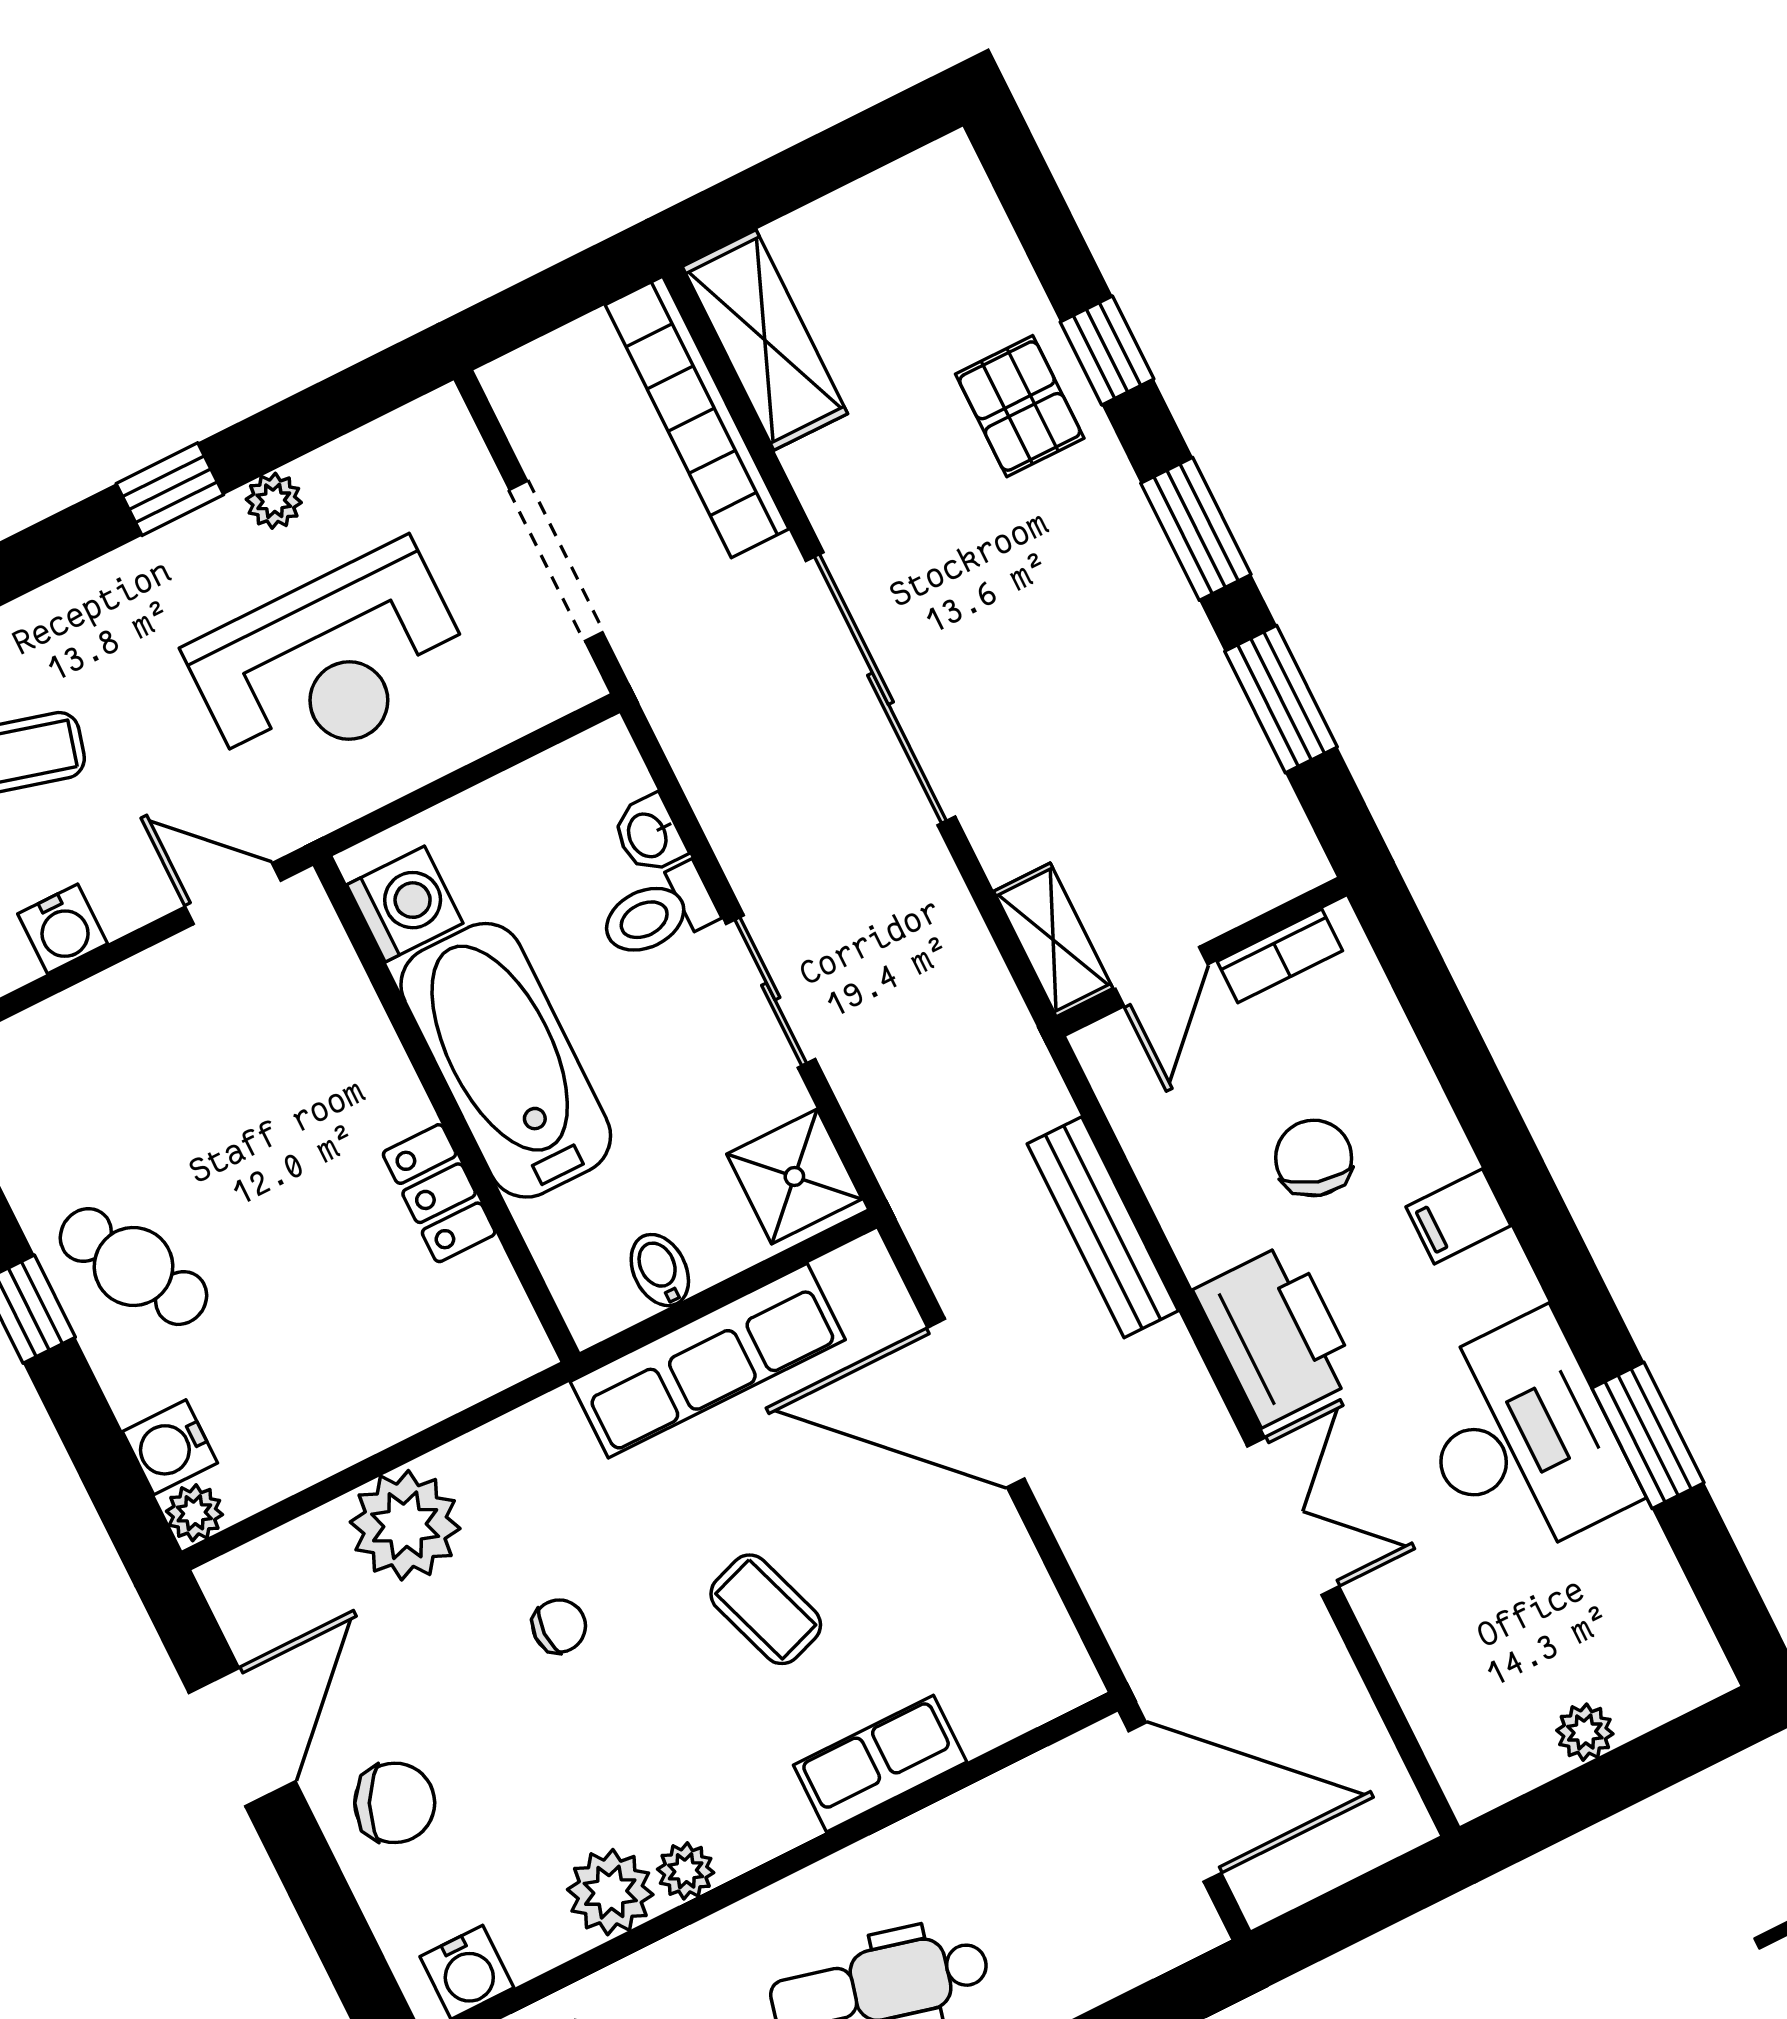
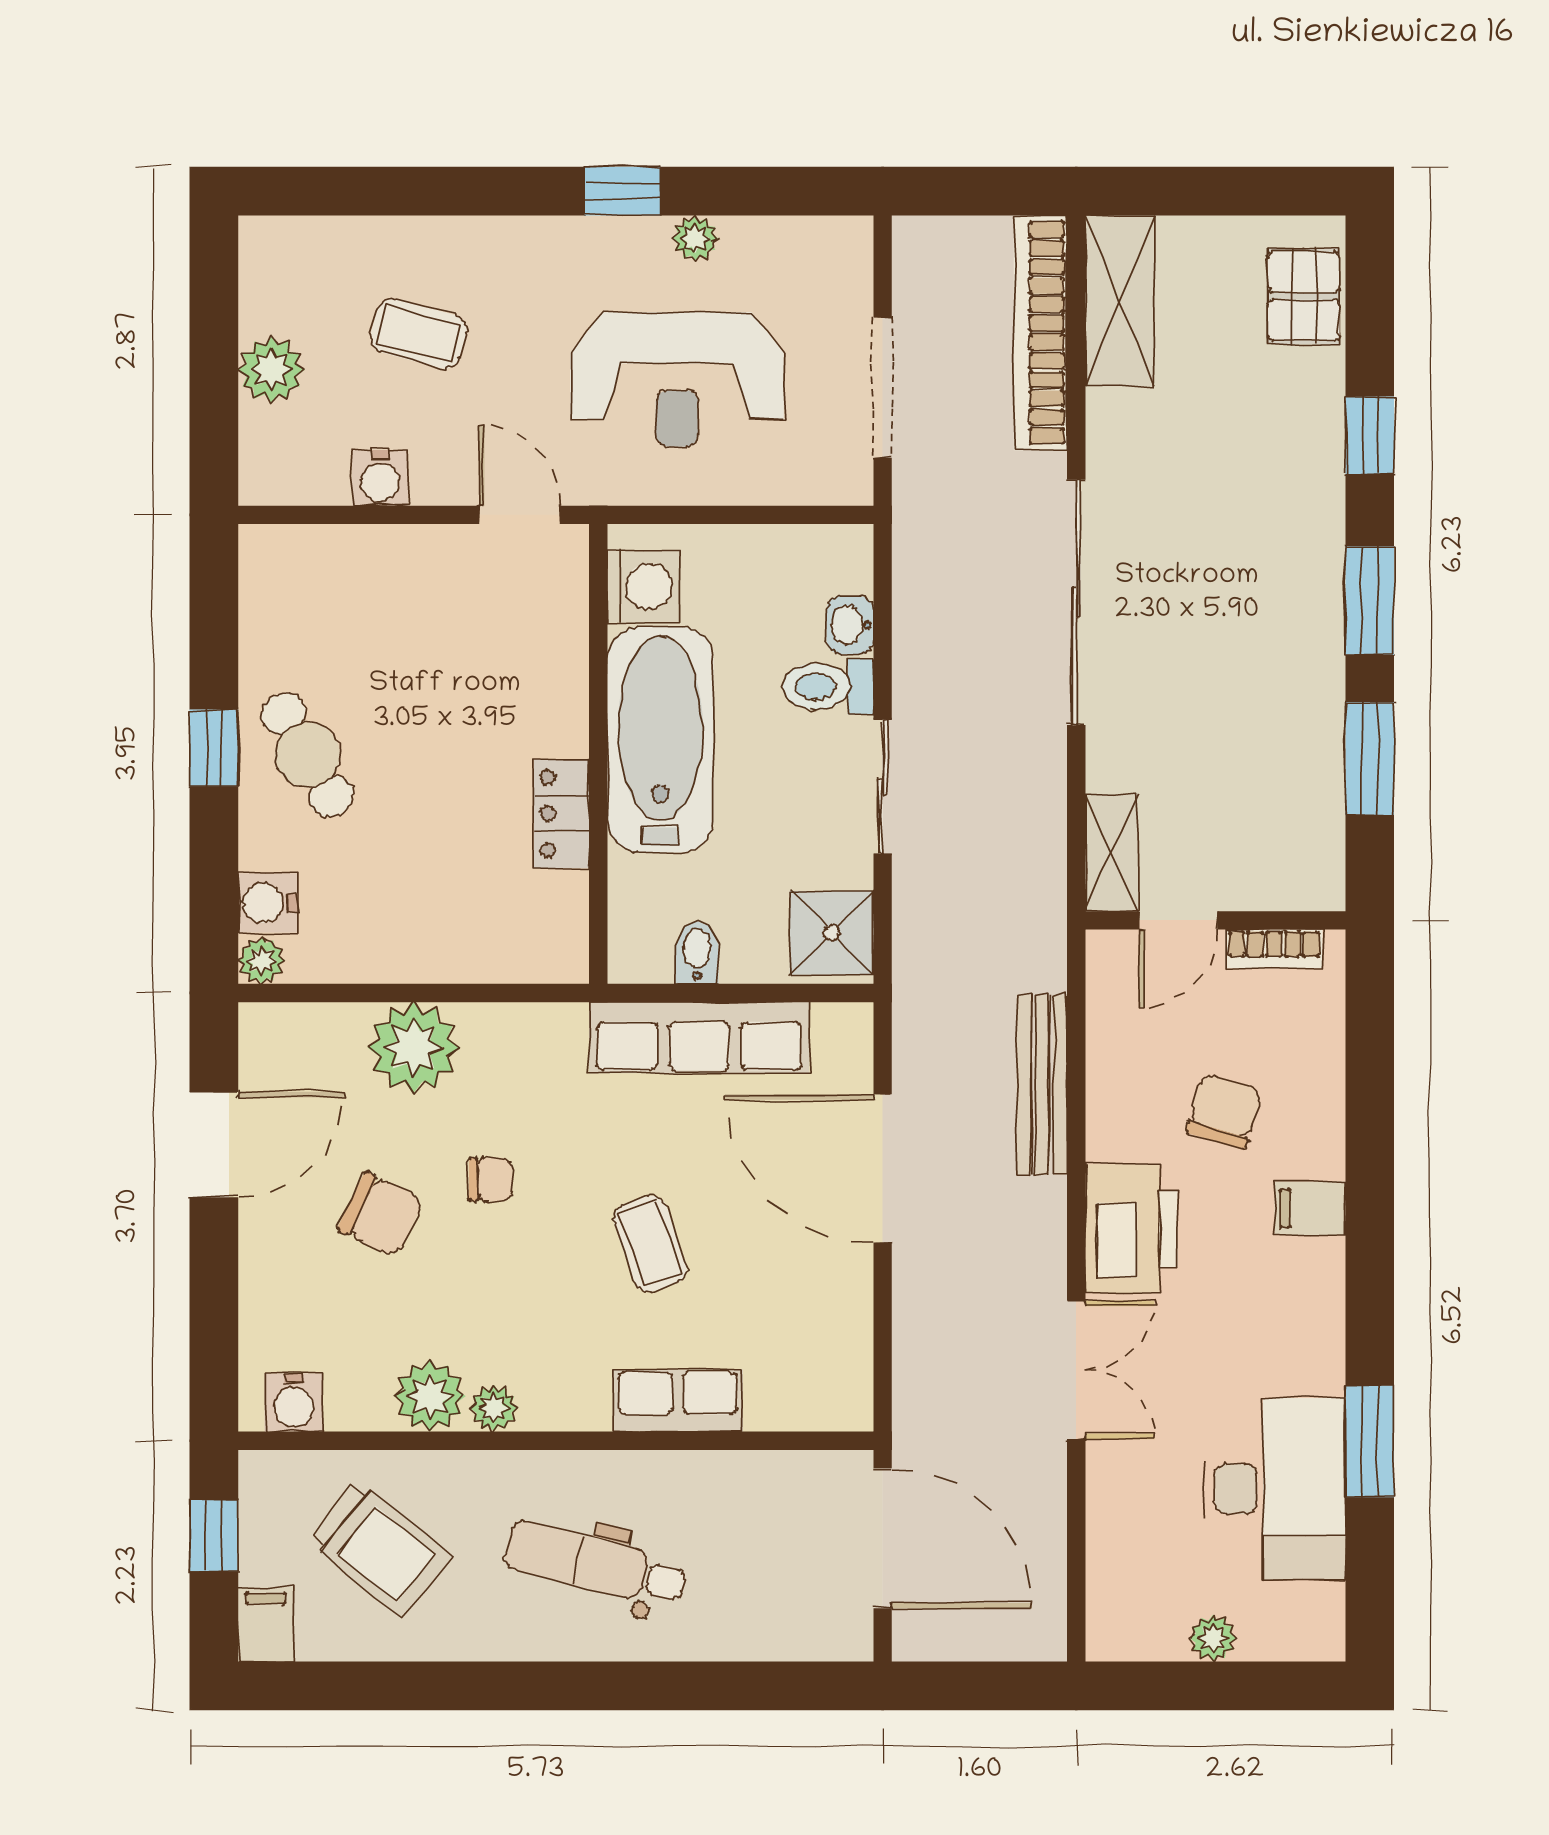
pallet: (1020, 406) -> (1304, 296), moved
desk: (1521, 1438) -> (1274, 1489), moved
chair: (395, 1803) -> (381, 1215), moved

